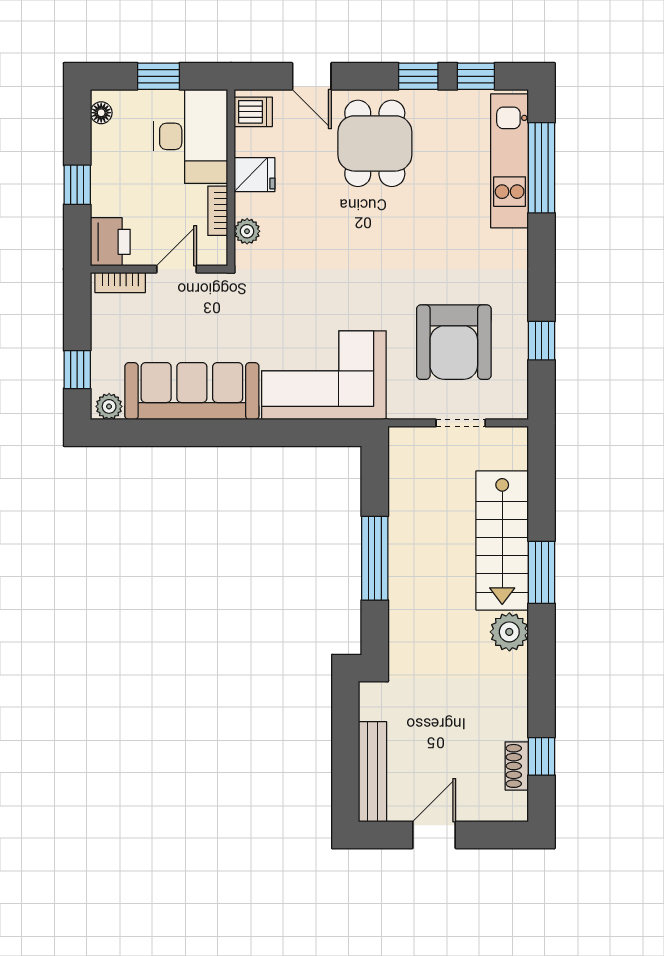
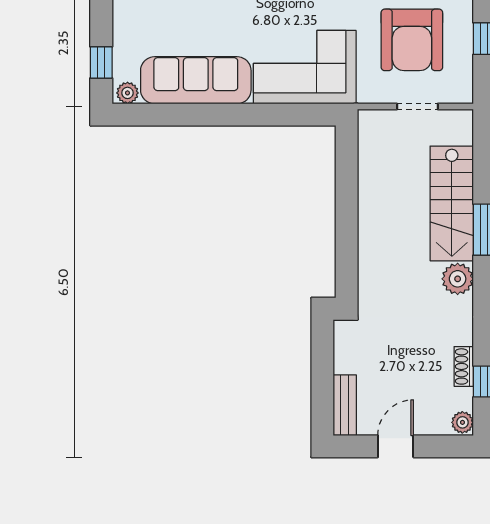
window: (375, 558) -> (347, 218), removed
shoe rack: (517, 766) -> (464, 366), moved
bench: (372, 772) -> (345, 405), width x0.73
plant: (515, 806) -> (462, 422), added

